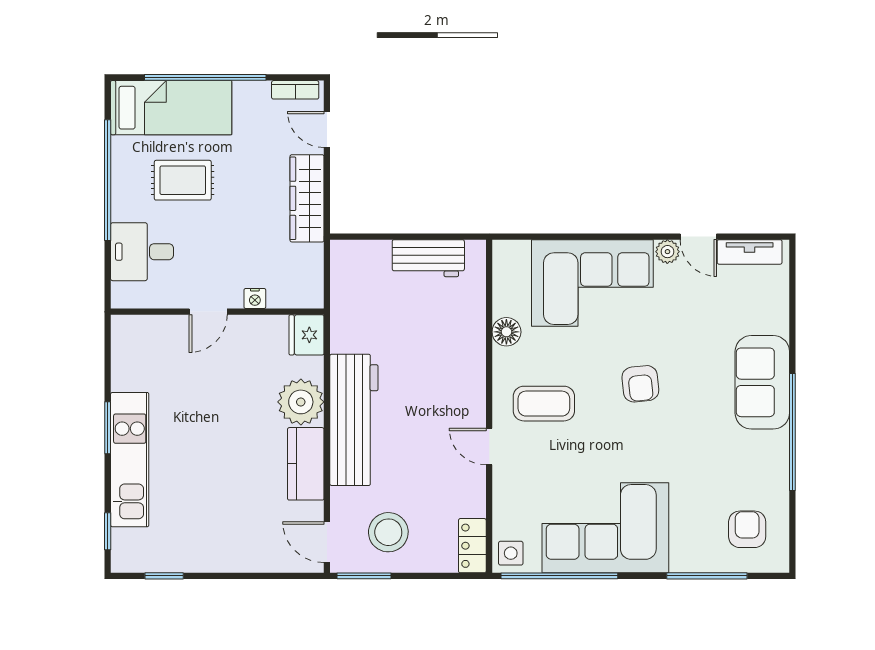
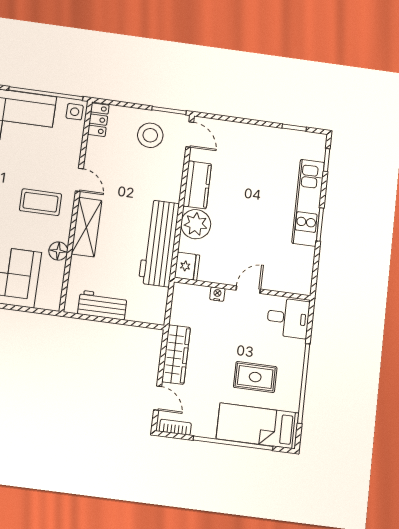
desk: (142, 252) -> (288, 318), moved
shelving: (468, 375) -> (87, 227), added
workbench: (354, 420) -> (159, 243), moved

